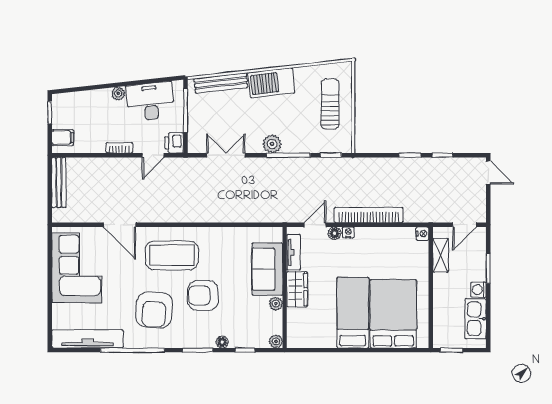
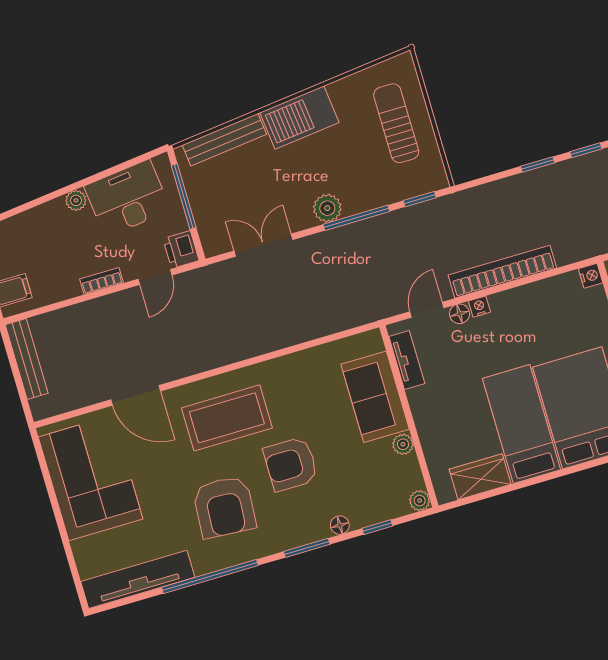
wardrobe: (297, 289) -> (480, 477), moved, turned -90

